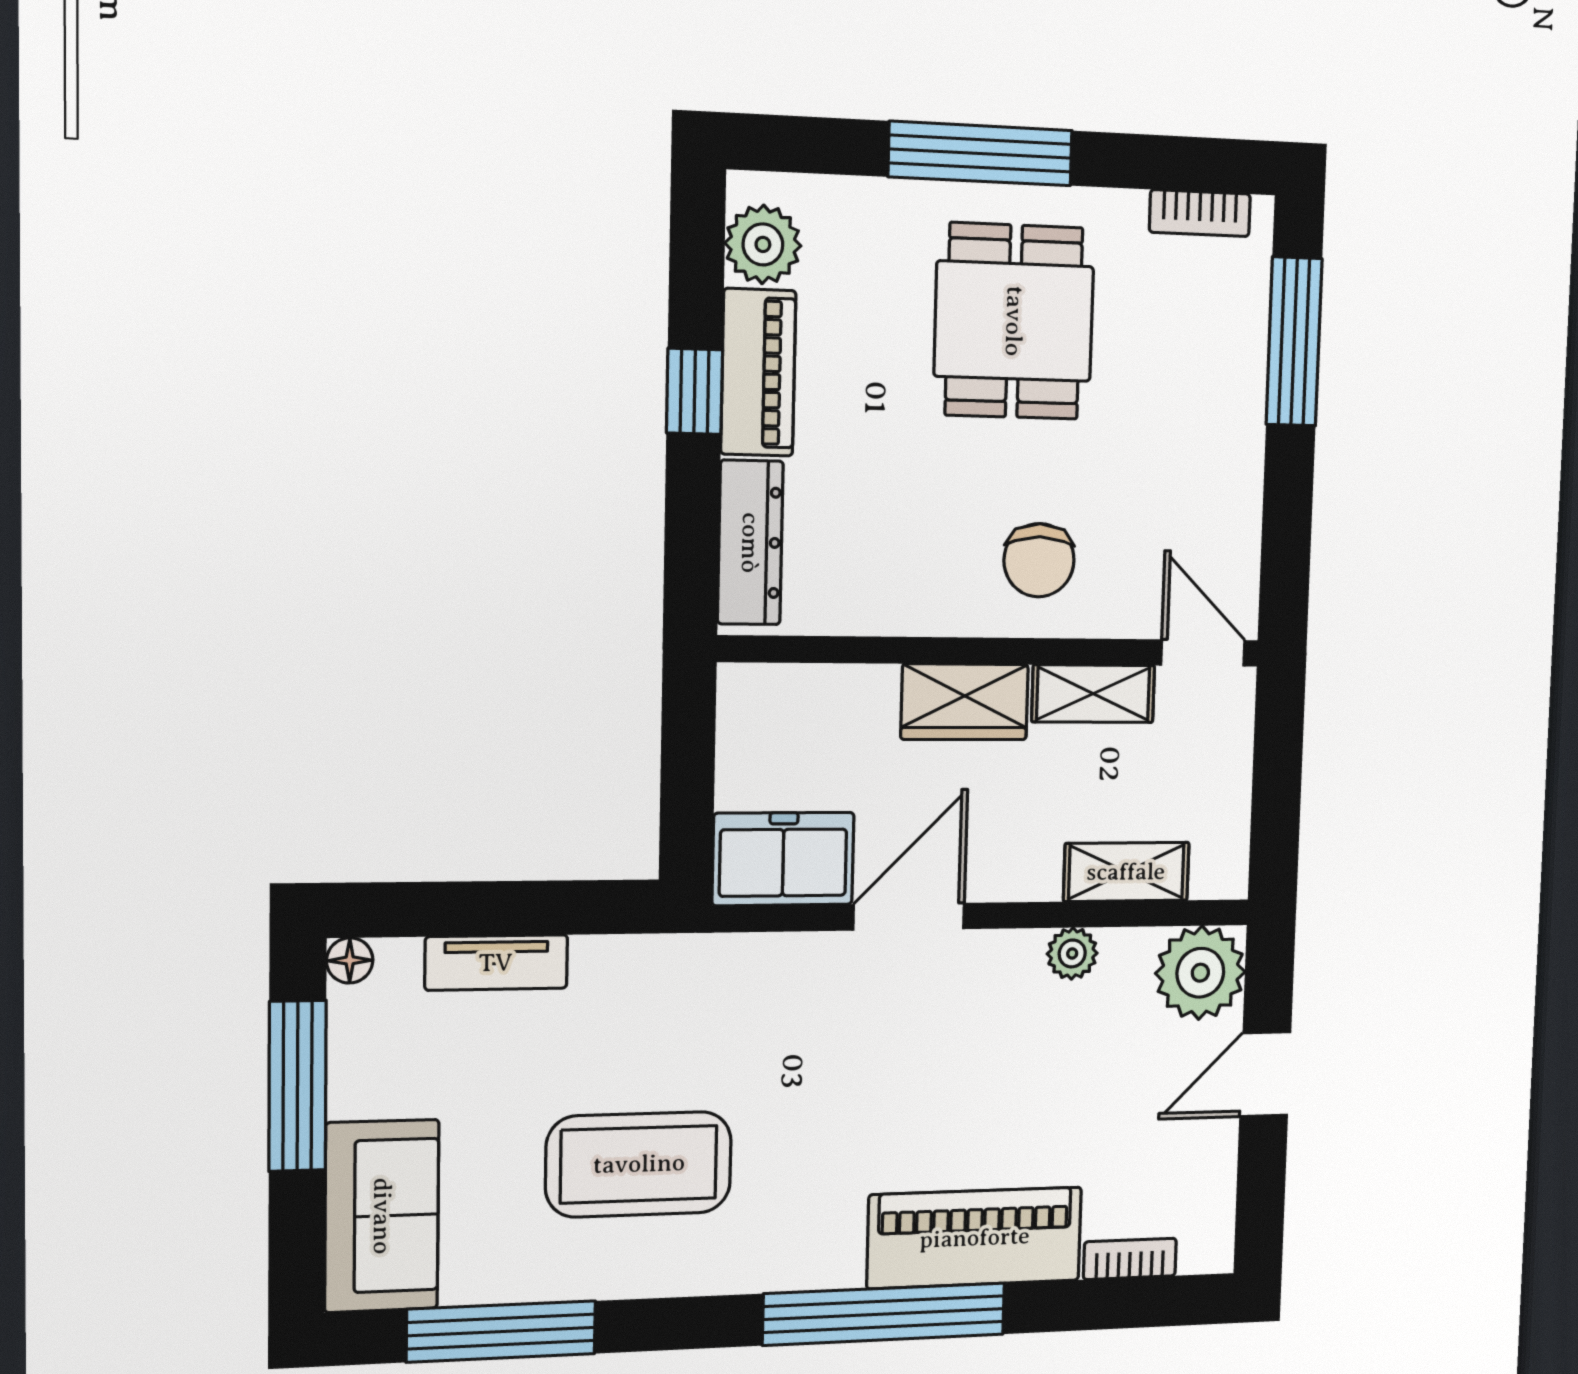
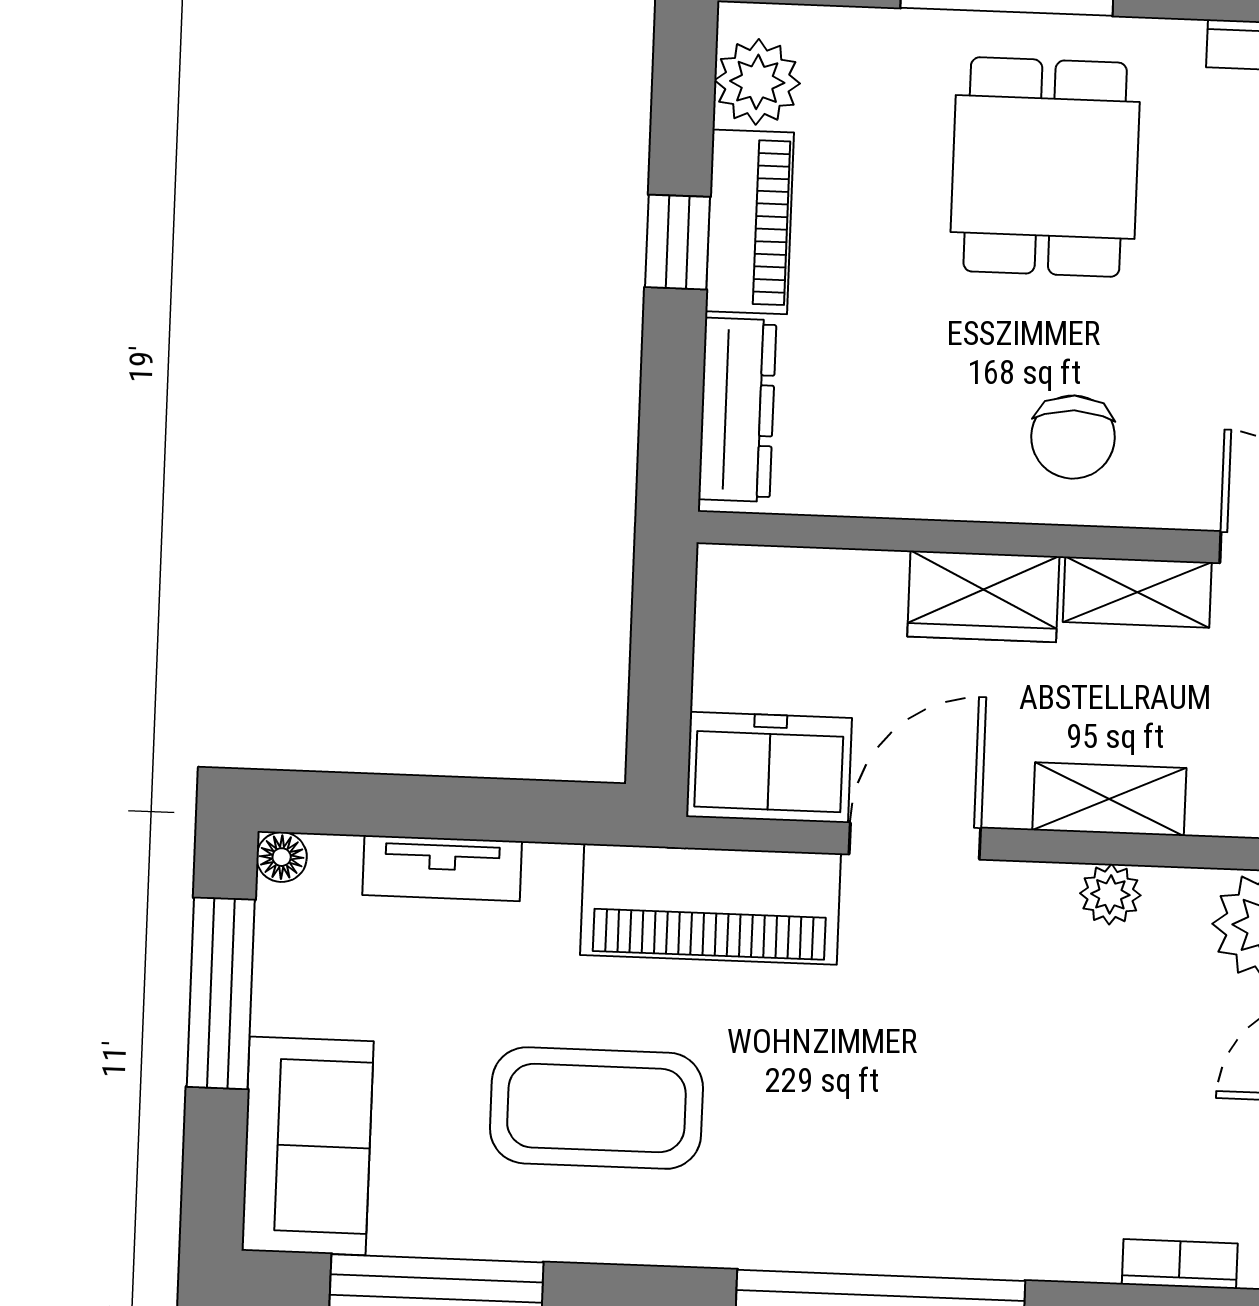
shelving: (1126, 872) -> (1109, 799), moved
piano: (975, 1238) -> (710, 904), moved, turned 180

